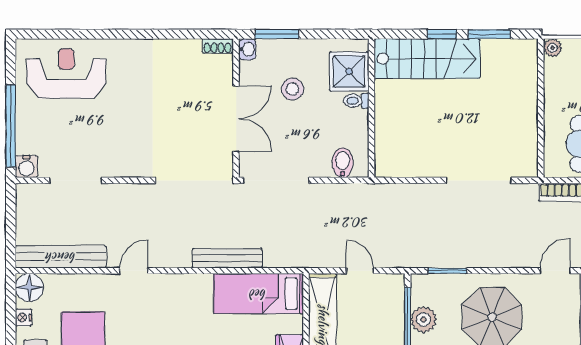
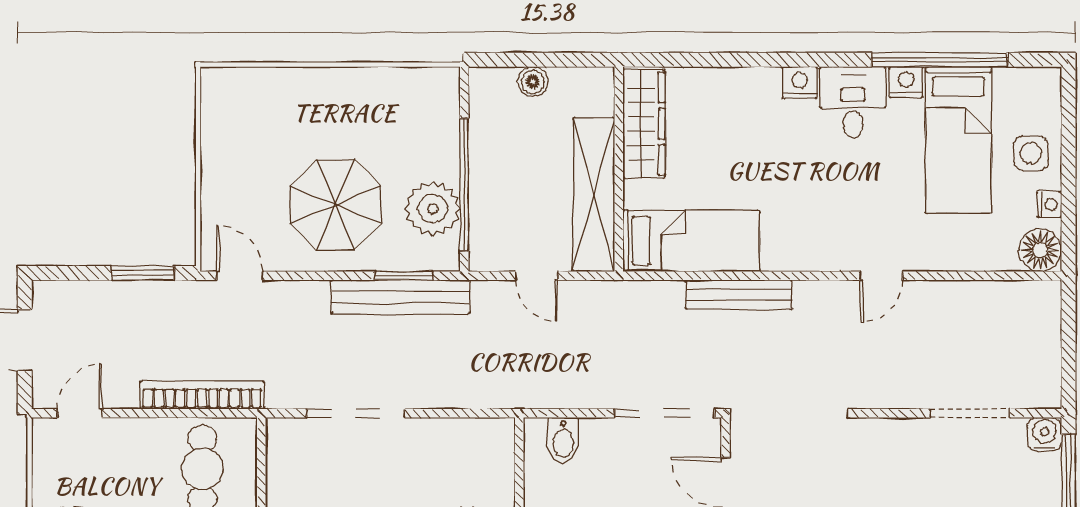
bench: (61, 257) -> (400, 297), moved
door: (555, 271) -> (239, 276), swing flipped
plant: (424, 320) -> (433, 209), width x1.36, depth x1.36

